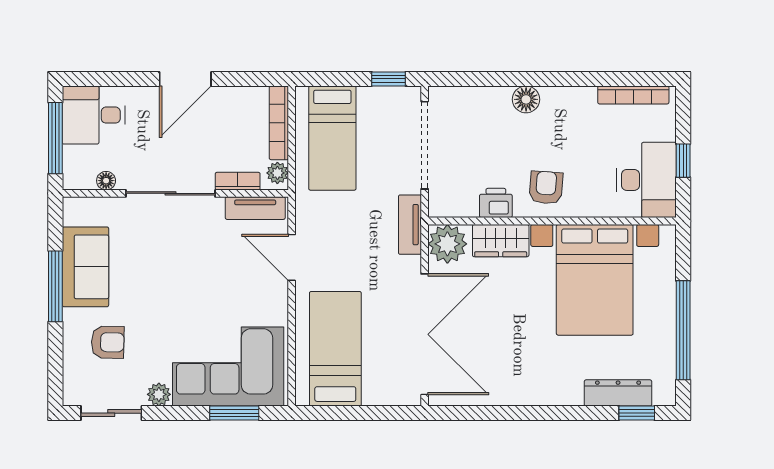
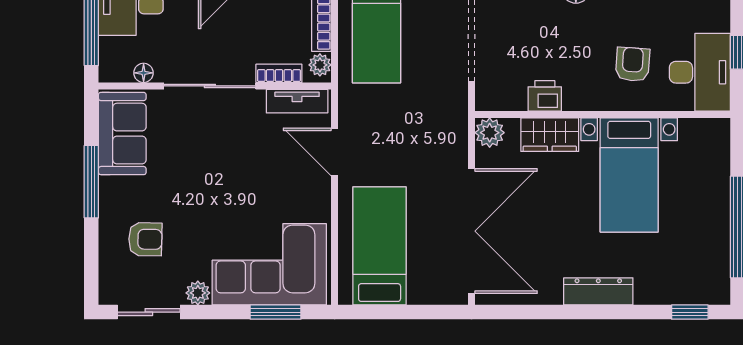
armchair: (546, 188) -> (633, 64), moved
tv unit: (410, 225) -> (456, 118), removed
plant: (447, 244) -> (490, 133), width x0.73, depth x0.73
sofa: (85, 267) -> (122, 134), moved
bed with nightstands: (595, 280) -> (629, 175), width x0.73
dresser: (618, 393) -> (598, 291), moved

